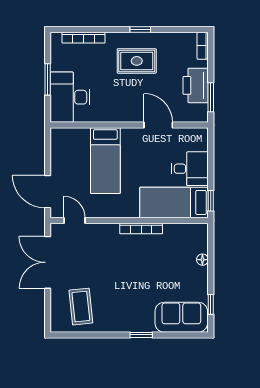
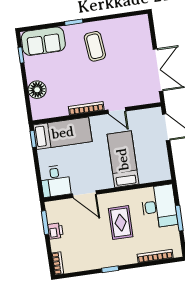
rug: (137, 61) -> (121, 223), moved, turned 90
printer: (196, 85) -> (55, 231), width x0.53, depth x0.68
desk: (190, 169) -> (55, 181), moved, turned -90
door: (75, 220) -> (117, 111), moved
floor lamp: (202, 260) -> (37, 90), width x1.89, depth x1.89
coffee table: (81, 307) -> (95, 46), moved

